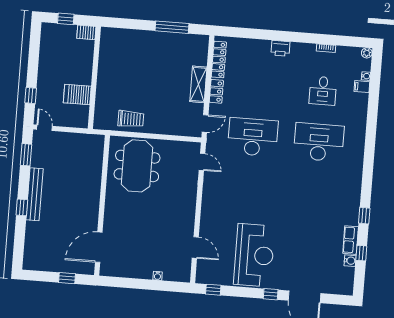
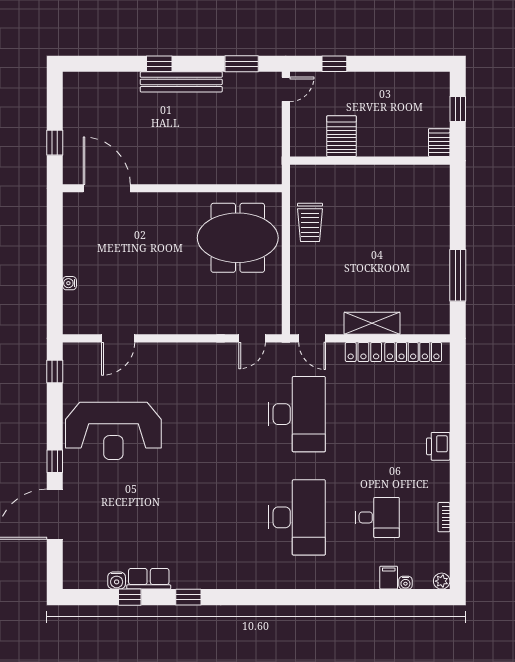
desk: (323, 91) -> (377, 517), turned 180

